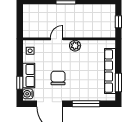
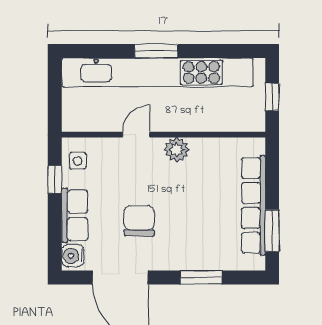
kitchen unit: (66, 11) -> (157, 72), added
window: (20, 83) -> (55, 179), moved
window: (86, 104) -> (201, 278), width x0.69

